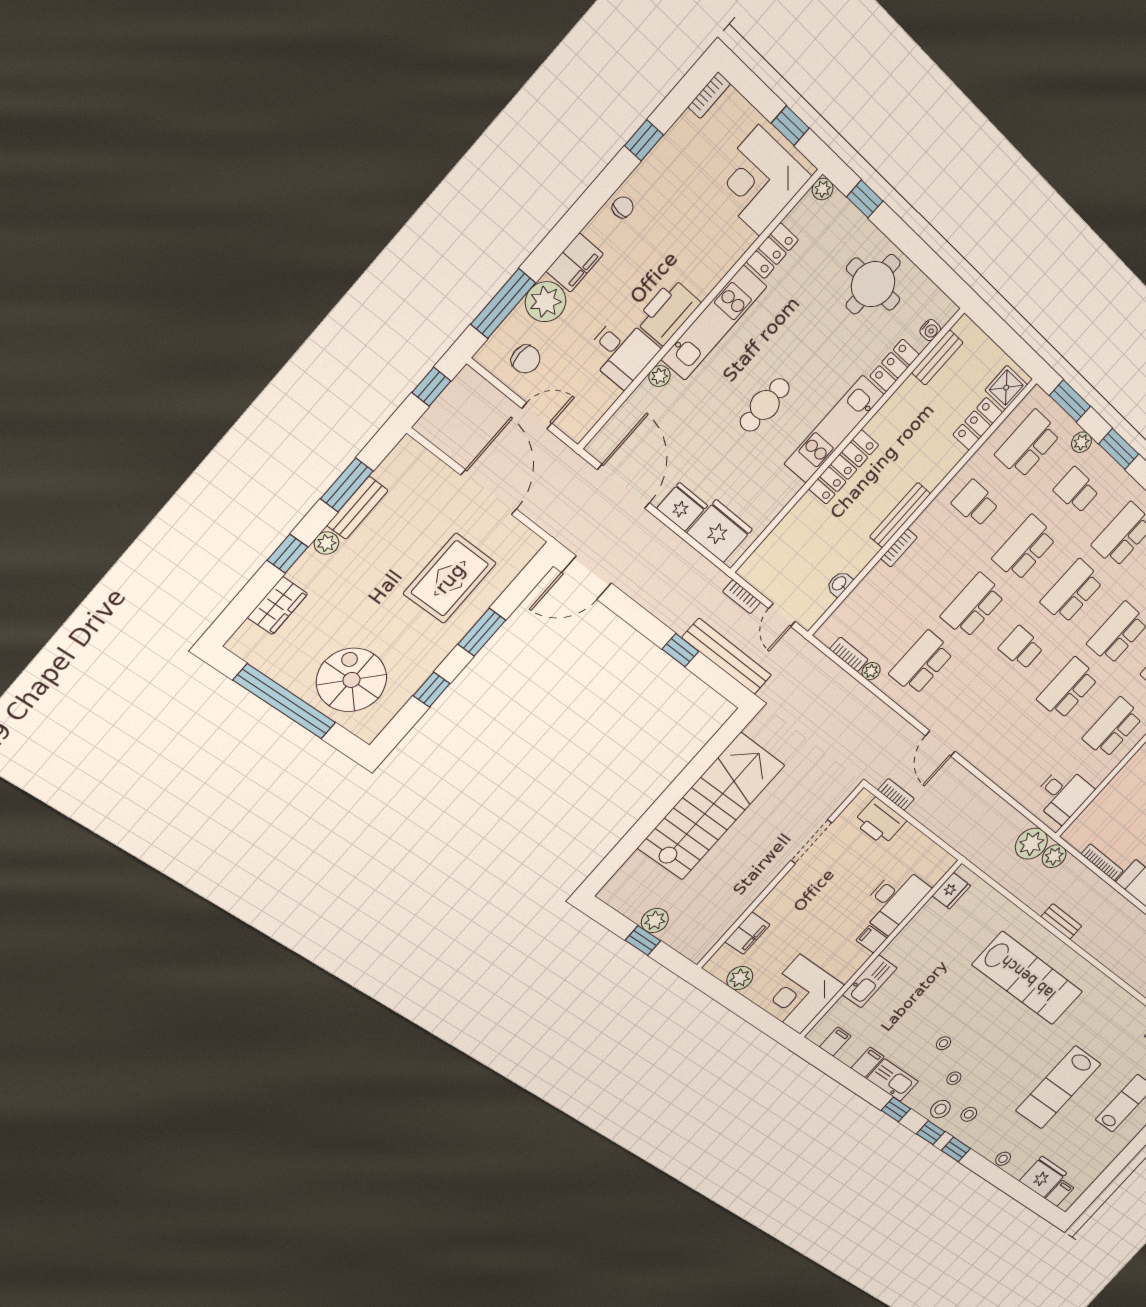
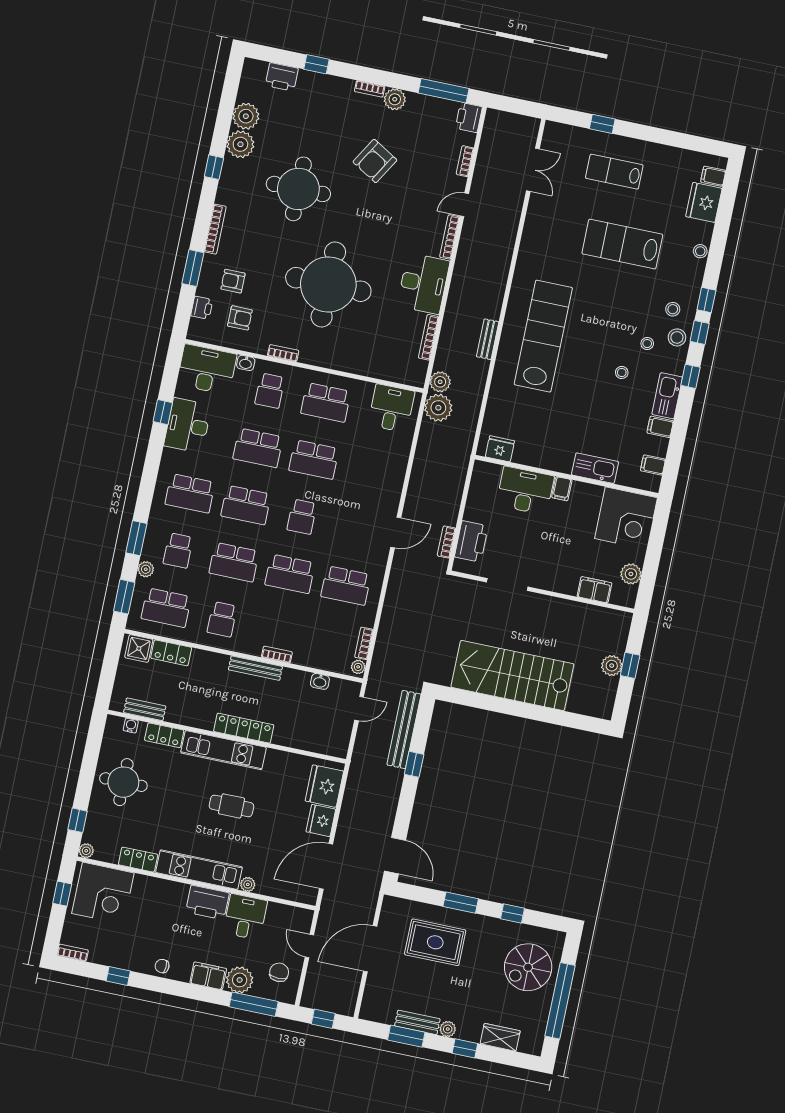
bookcase: (742, 597) -> (360, 744), removed
plant: (871, 671) -> (358, 667), moved
lab bench: (1058, 1087) -> (622, 244), turned 180

